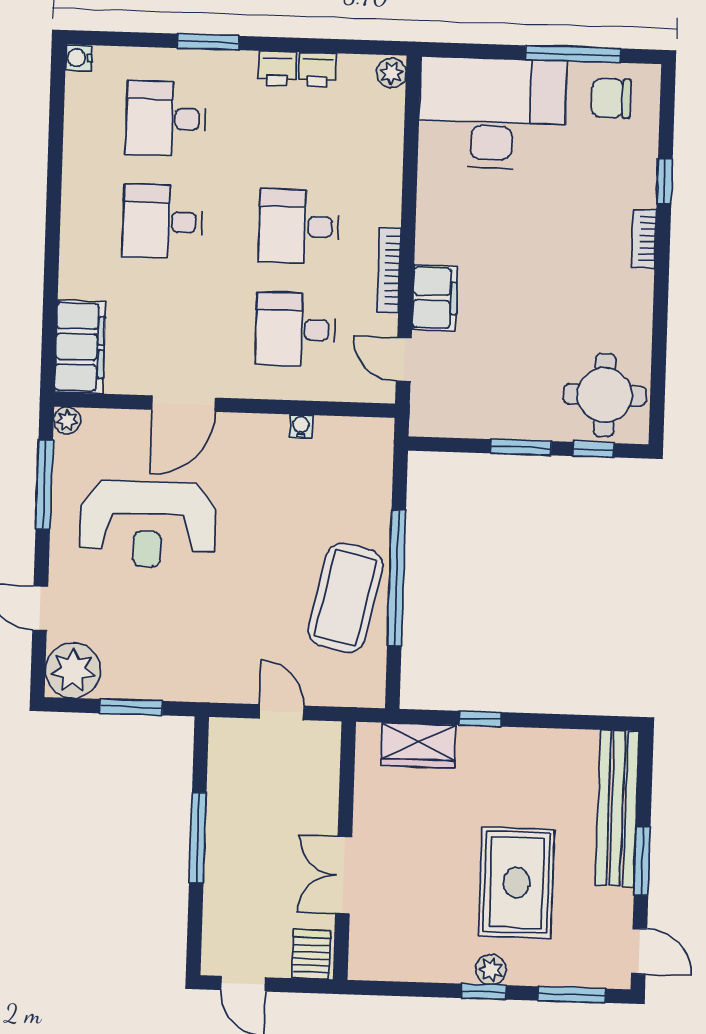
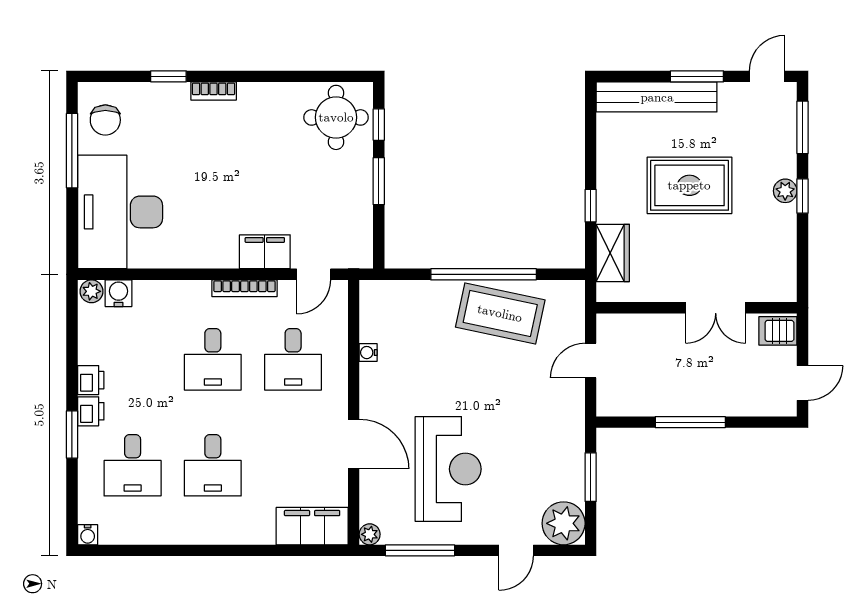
printer: (317, 70) -> (91, 411), moved
water cooler: (388, 108) -> (119, 293), added
rug: (516, 882) -> (689, 185), moved

